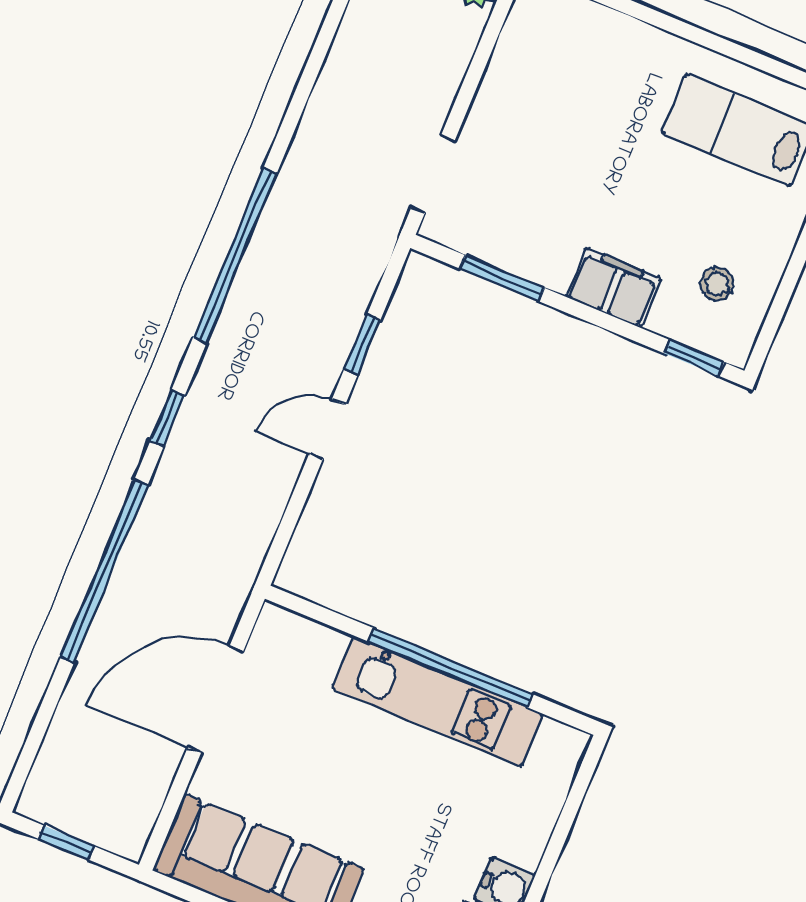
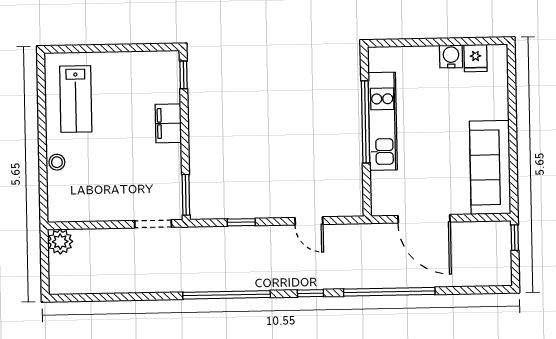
window: (502, 278) -> (186, 195), moved
stool: (717, 284) -> (57, 162), moved
door: (327, 429) -> (309, 221), moved
window: (66, 843) -> (515, 238), moved

